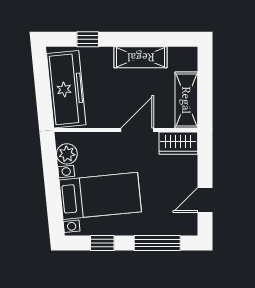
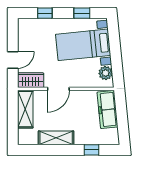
freezer: (66, 89) -> (108, 110), width x0.73, depth x0.79
door: (205, 200) -> (13, 60), moved
window: (157, 243) -> (45, 13), width x0.46

